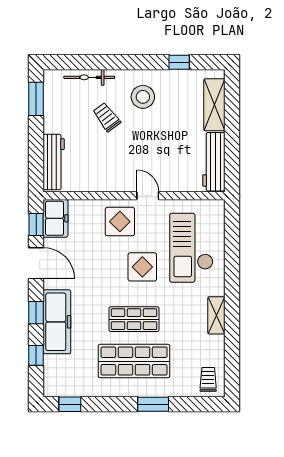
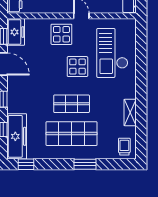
shelving: (216, 315) -> (130, 113), moved
freezer: (57, 322) -> (17, 136), moved

